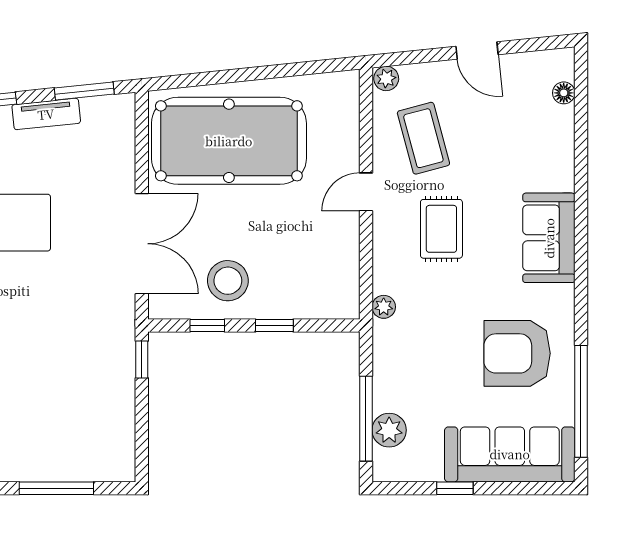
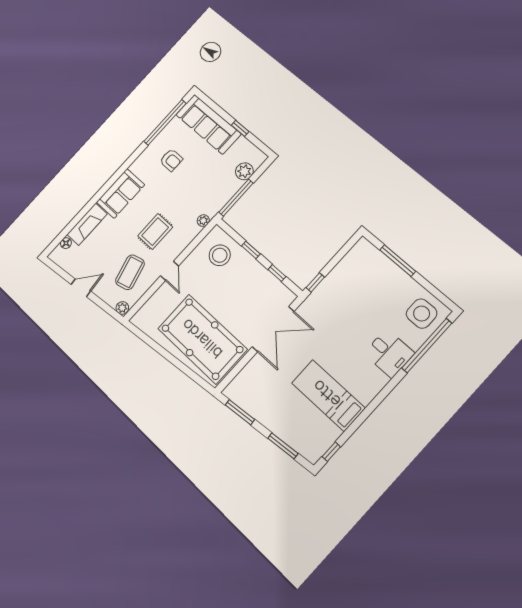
door: (477, 51) -> (81, 288), hinge flipped
tv unit: (46, 114) -> (264, 417), removed
fireplace: (558, 148) -> (87, 224), added
door: (366, 192) -> (169, 271), hinge flipped
double door: (142, 244) -> (273, 329), swing flipped
stool: (228, 281) -> (220, 255), moved
armchair: (517, 353) -> (171, 160), width x0.53, depth x0.53
window: (366, 419) -> (236, 198), moved

